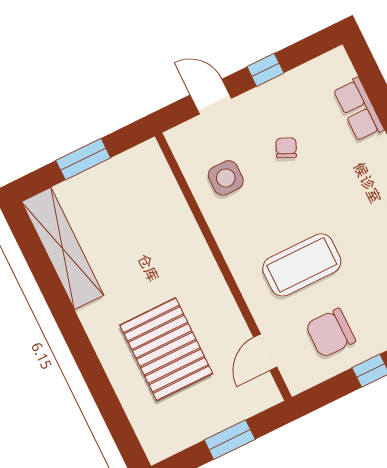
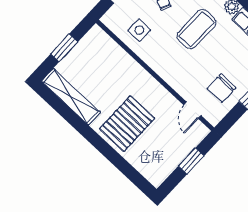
coffee table: (302, 265) -> (196, 29), moved
pallet: (166, 349) -> (127, 124), moved, turned 90

